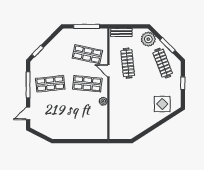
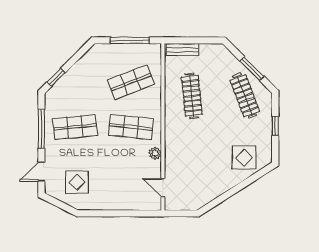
plant: (148, 39) -> (223, 60), removed
shop shelf: (87, 54) -> (131, 82), turned -33
door: (108, 71) -> (163, 188), moved
display table: (52, 120) -> (77, 182), added

